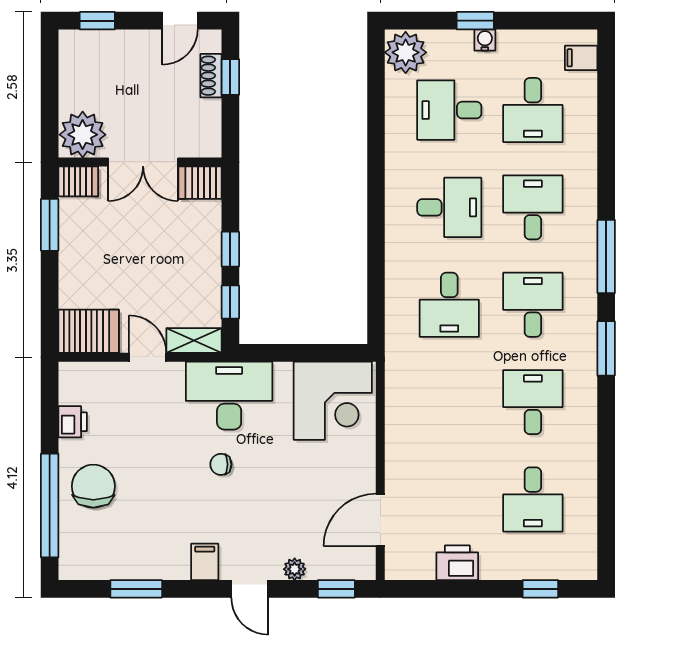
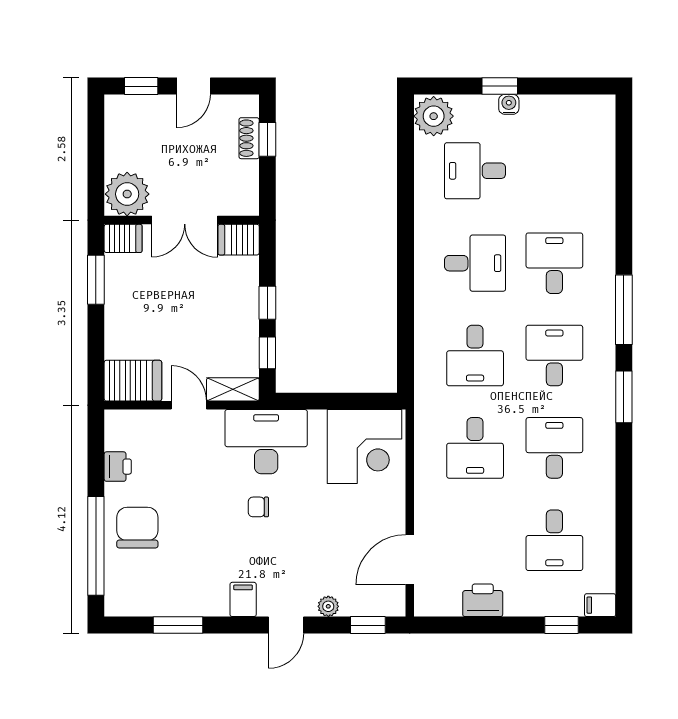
door: (180, 21) -> (194, 86), moved
filing cabinet: (581, 58) -> (600, 605), moved
desk: (533, 110) -> (475, 448), moved
door: (250, 589) -> (286, 625), hinge flipped

